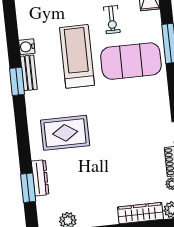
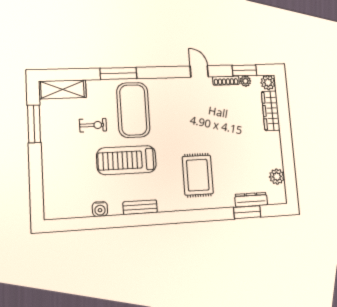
water cooler: (27, 47) -> (100, 209), moved
window: (17, 81) -> (148, 219), removed
dresser: (40, 178) -> (251, 200), moved

